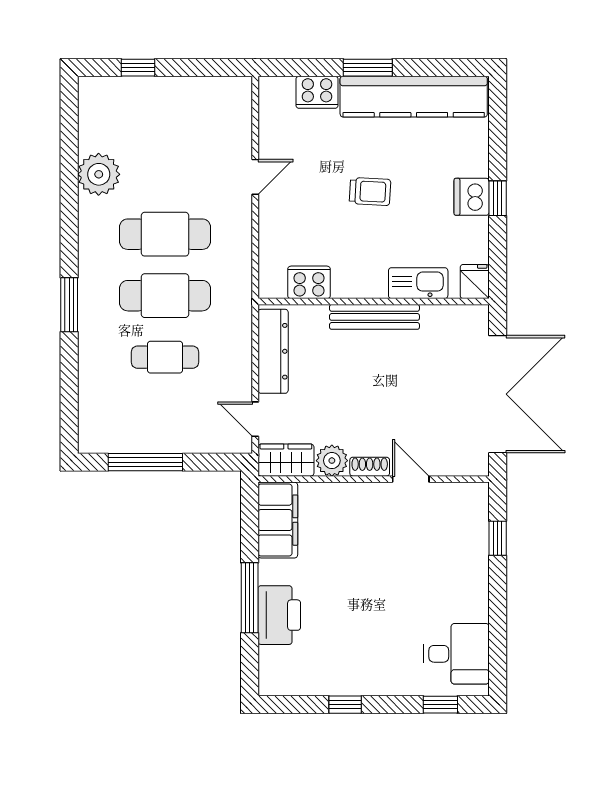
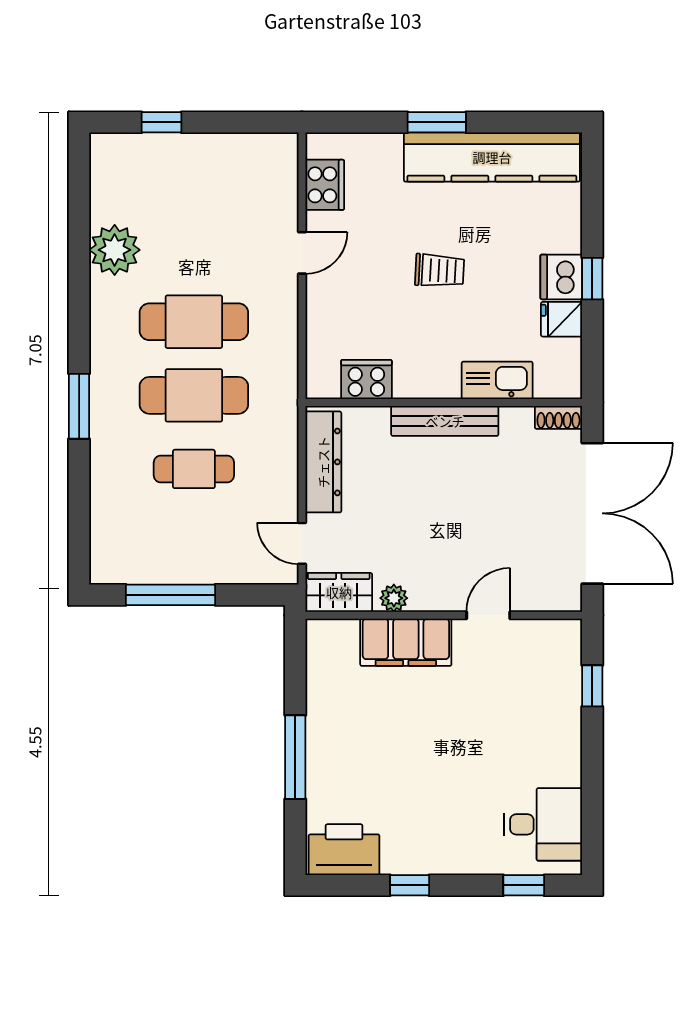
cooker: (317, 92) -> (325, 185), moved, turned -90
fridge: (475, 282) -> (562, 319), moved, turned -90
plant: (332, 461) -> (394, 598), width x0.73, depth x0.73
shoe rack: (370, 467) -> (558, 417), moved, turned 180
door: (411, 479) -> (488, 615), hinge flipped
filing cabinet: (278, 520) -> (406, 642), moved, turned 90
printer: (279, 615) -> (344, 850), moved, turned -90

